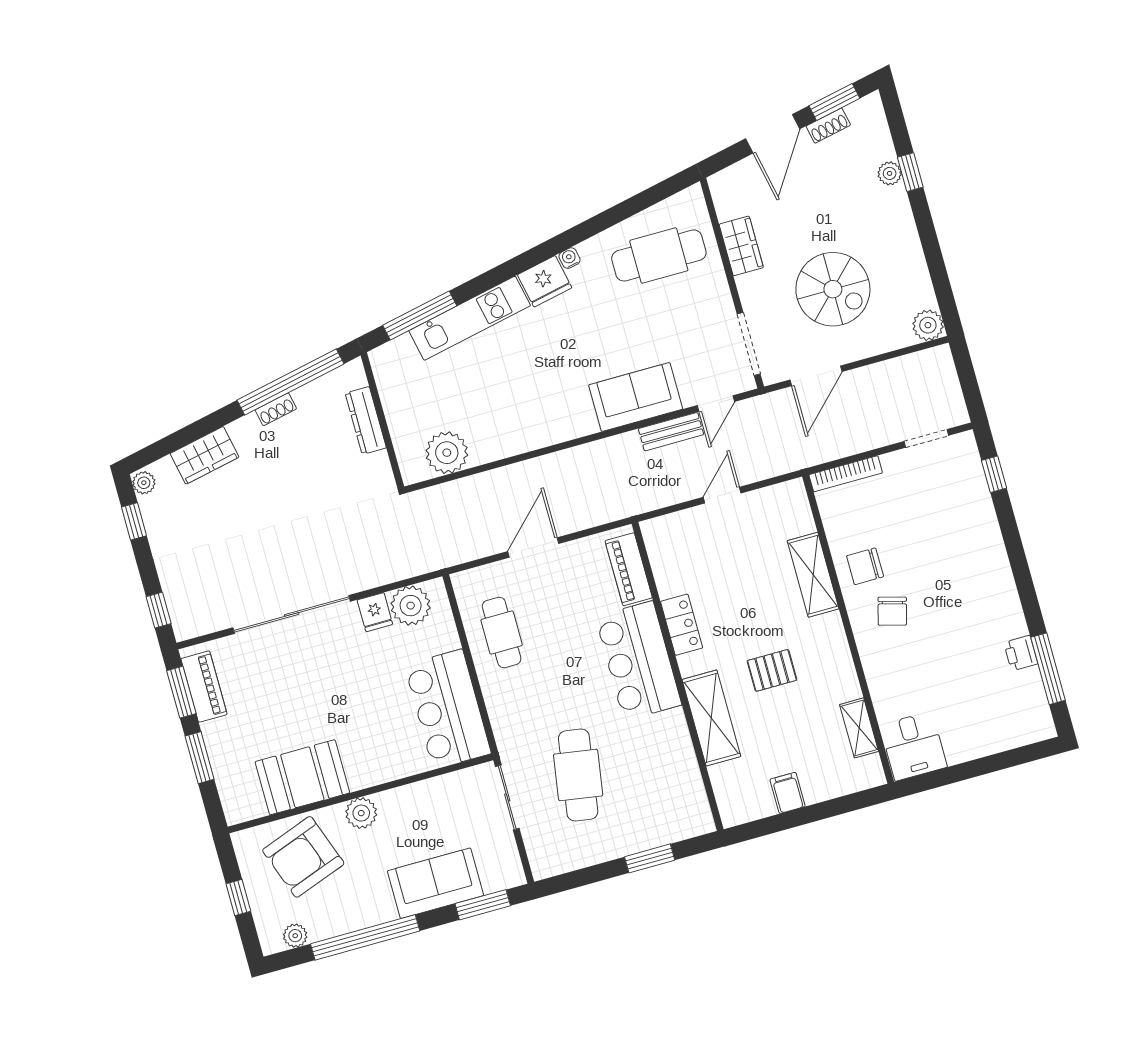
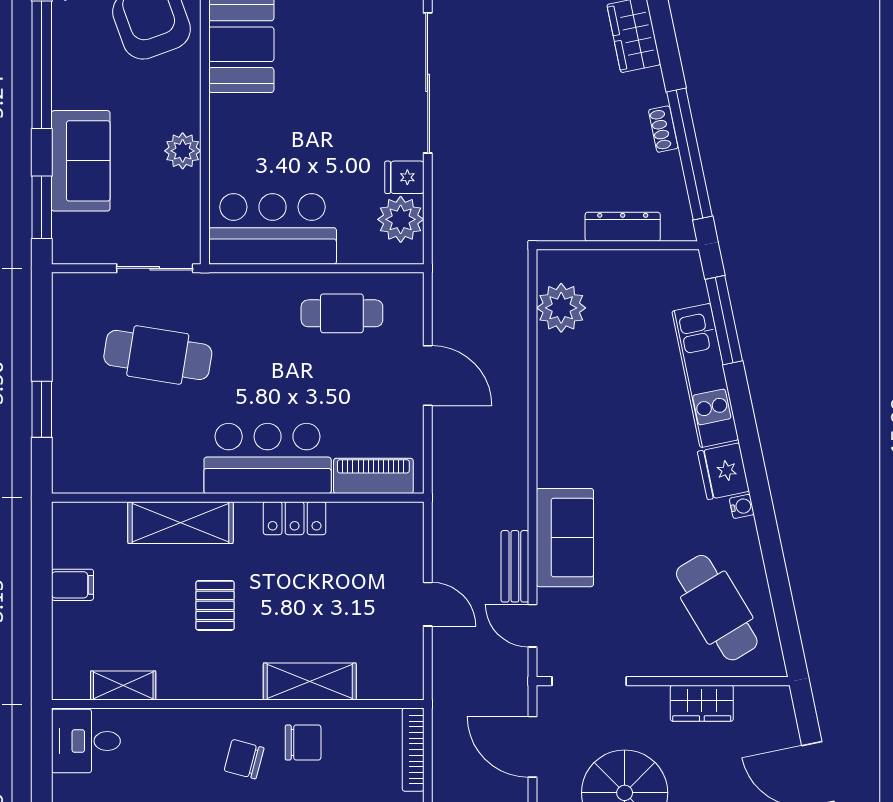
cafe table: (659, 255) -> (717, 608), turned -31
chair: (865, 566) -> (303, 743), turned 90
plant: (361, 813) -> (183, 151), moved

